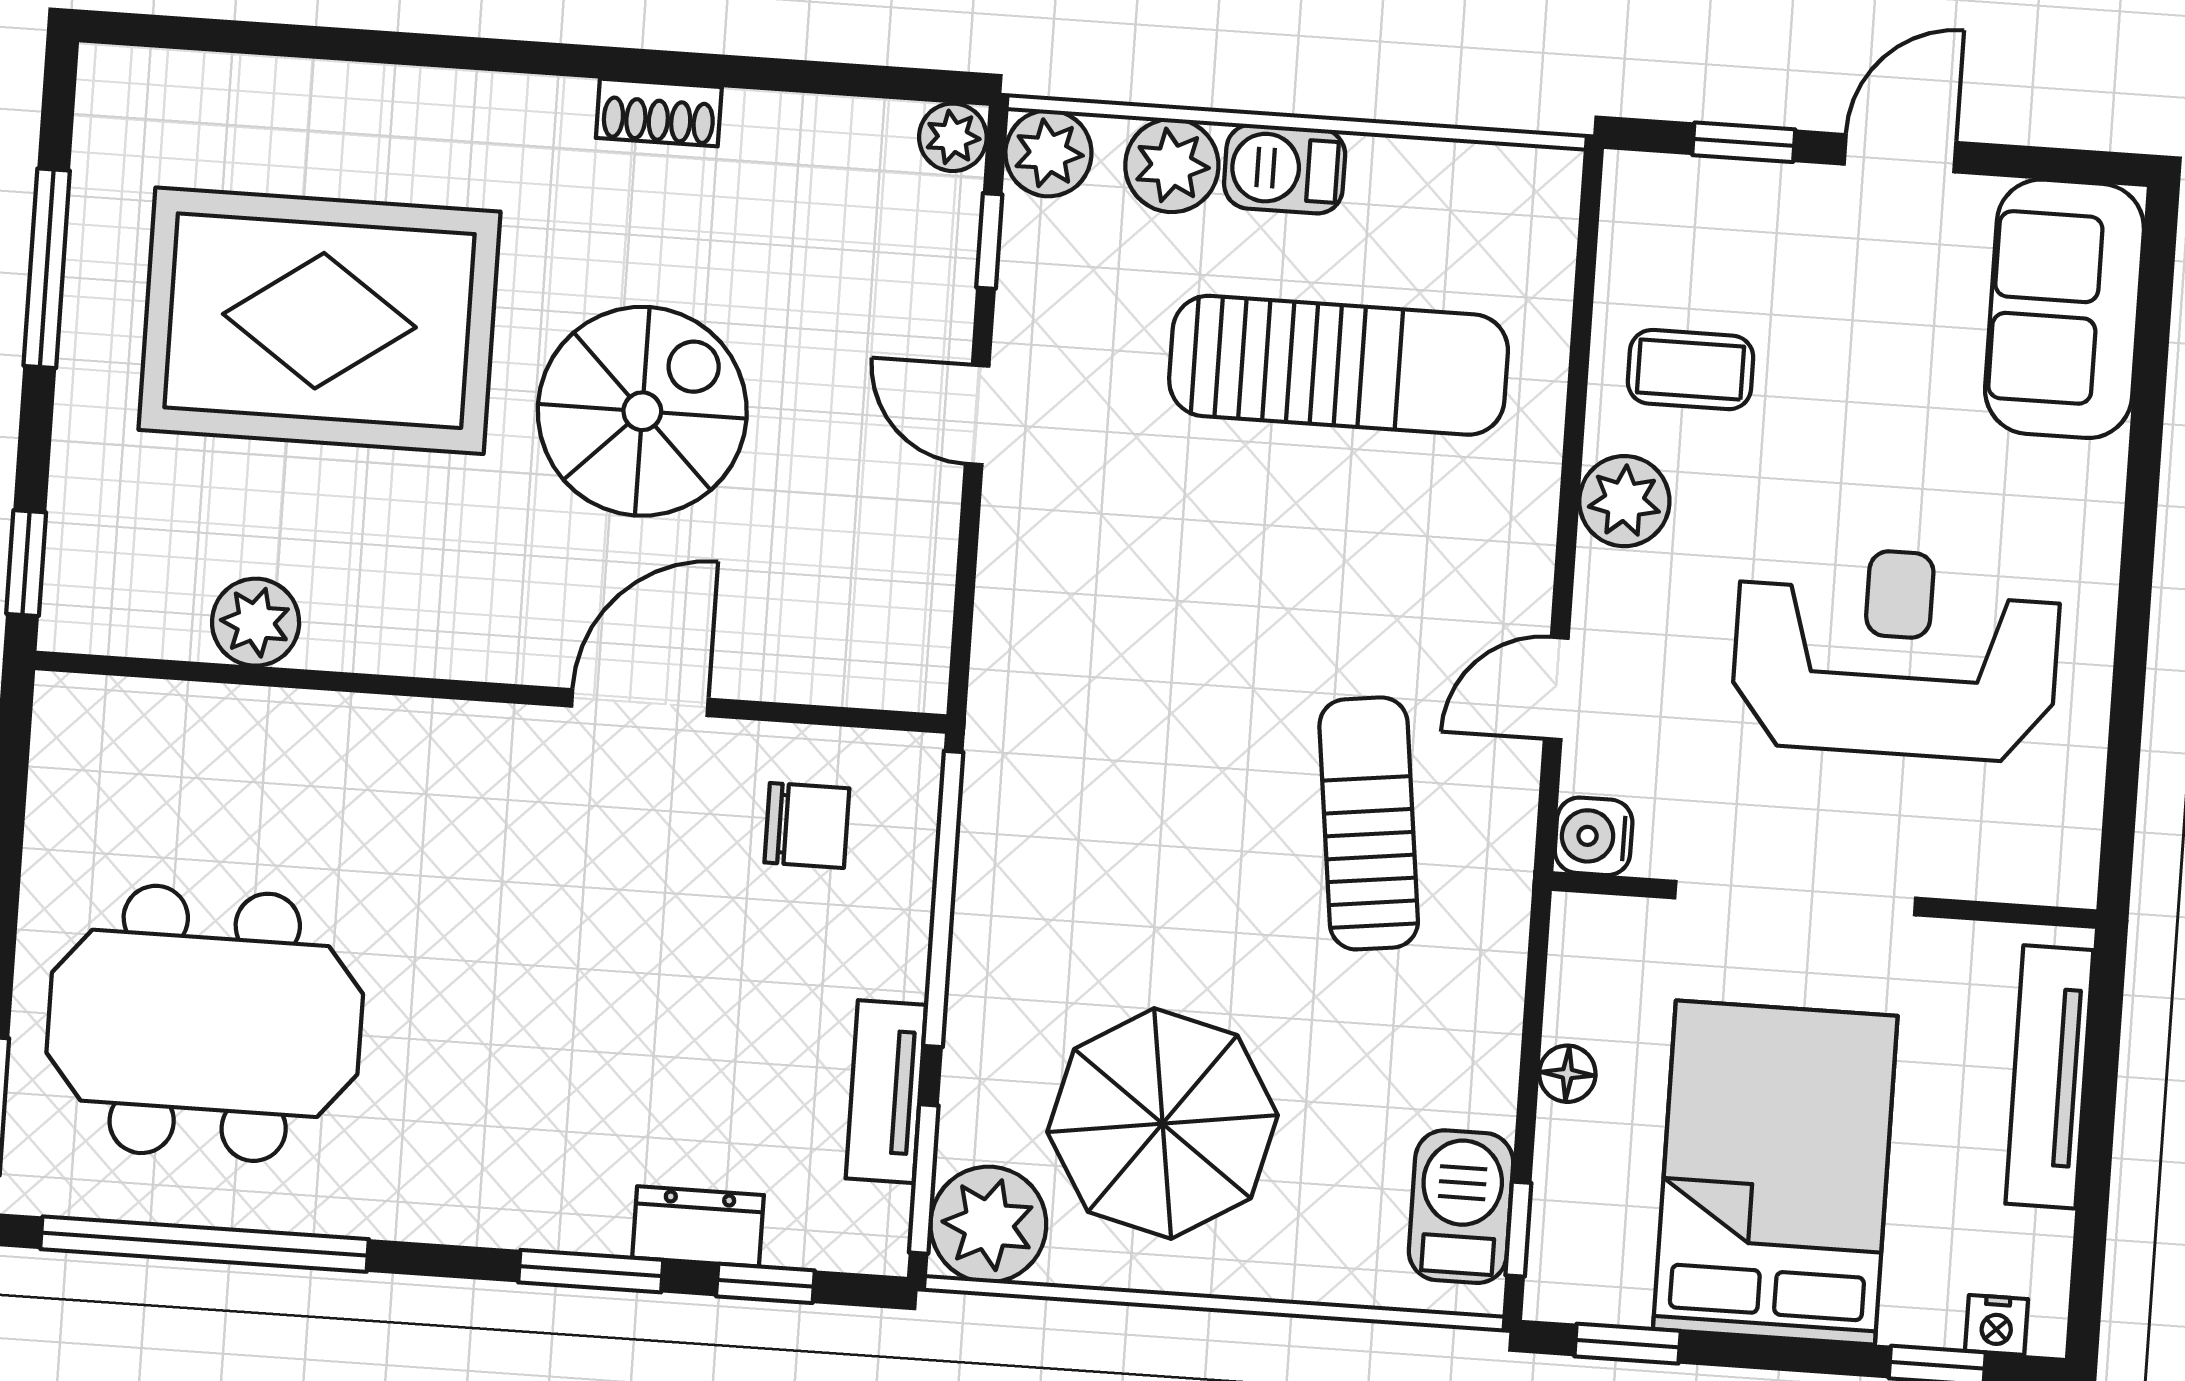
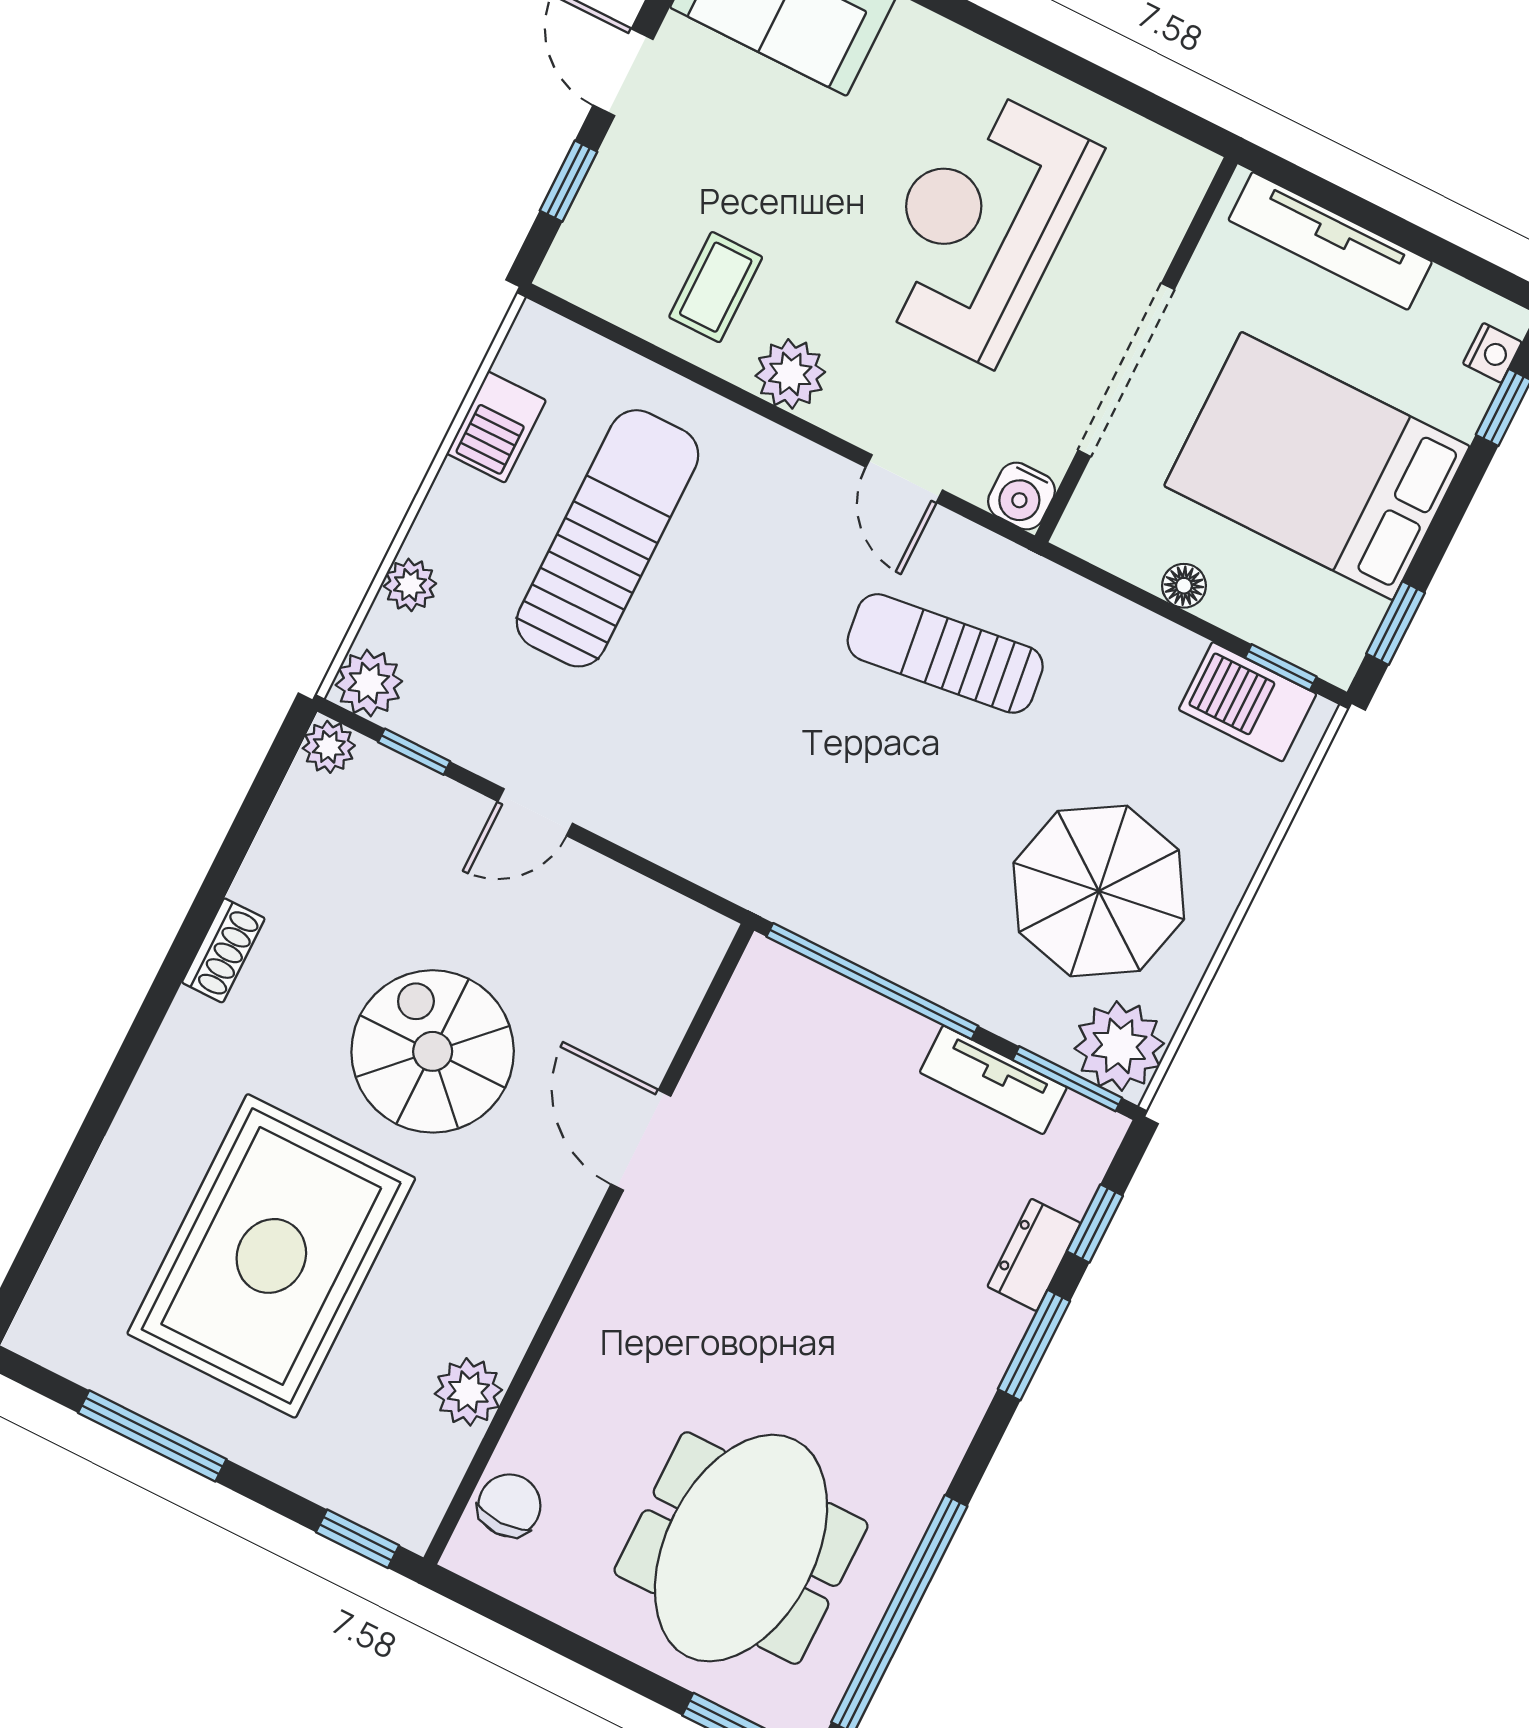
plant: (1172, 165) -> (410, 585), width x0.73, depth x0.73
barbecue: (1285, 169) -> (496, 427), moved
chair: (807, 825) -> (509, 1505), moved

